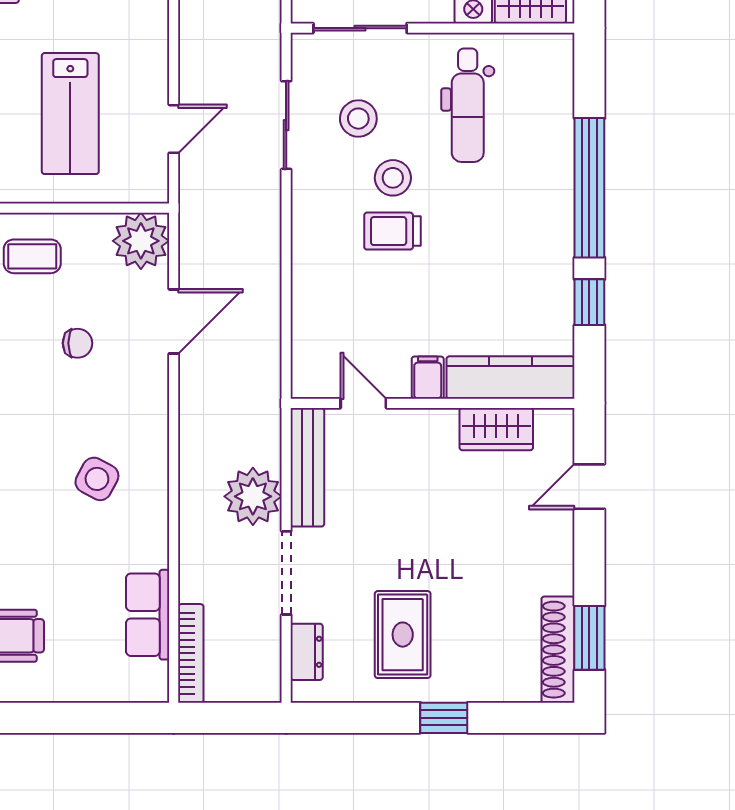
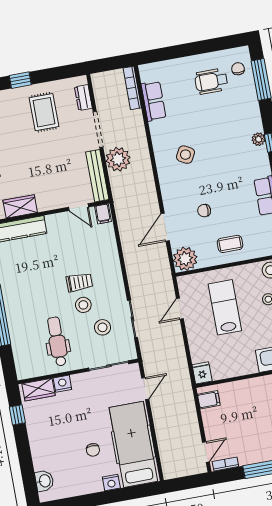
filing cabinet: (428, 378) -> (103, 214), moved

